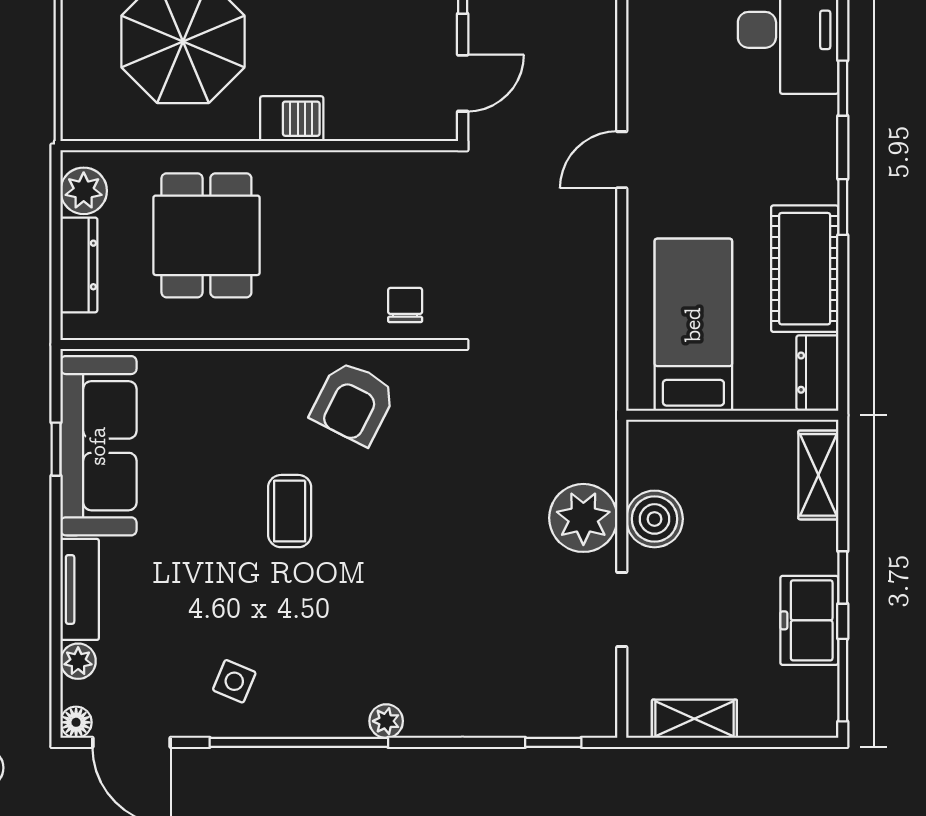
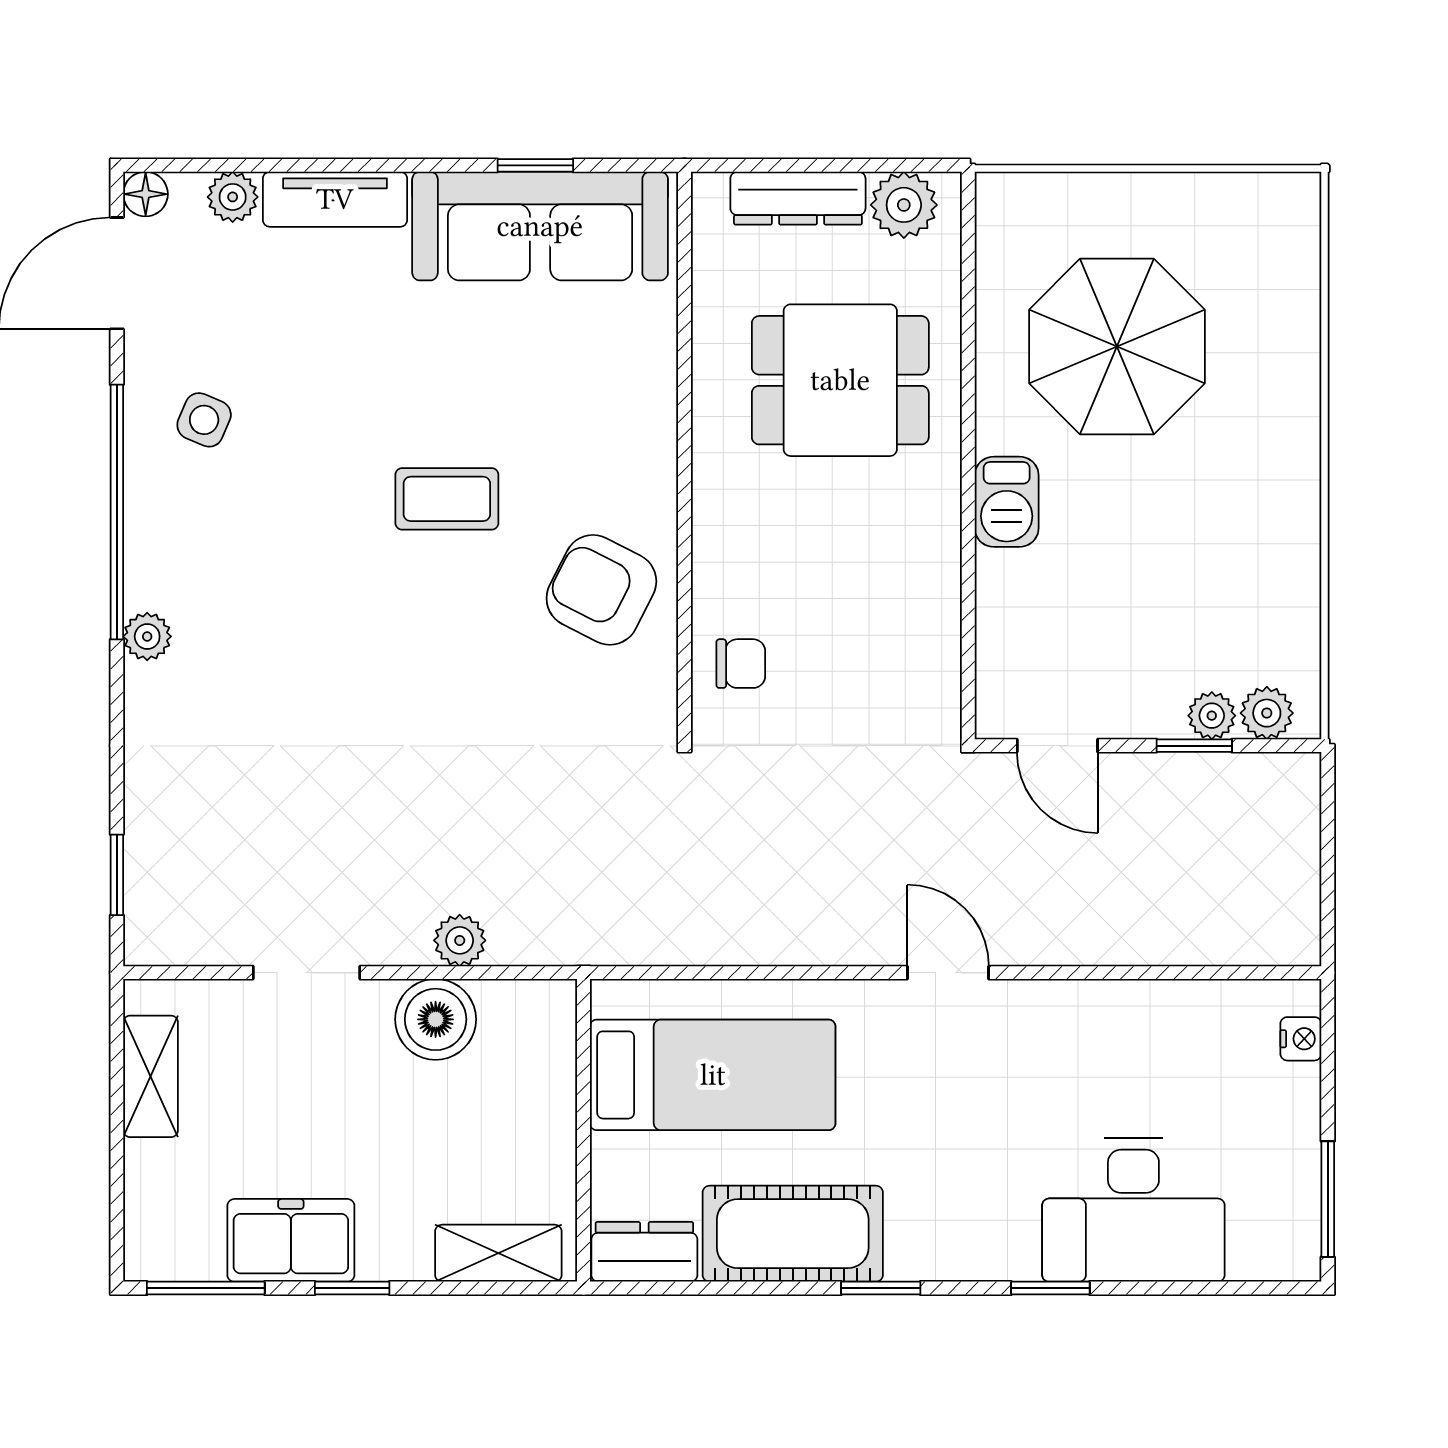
plant: (583, 518) -> (460, 940), width x0.53, depth x0.53

